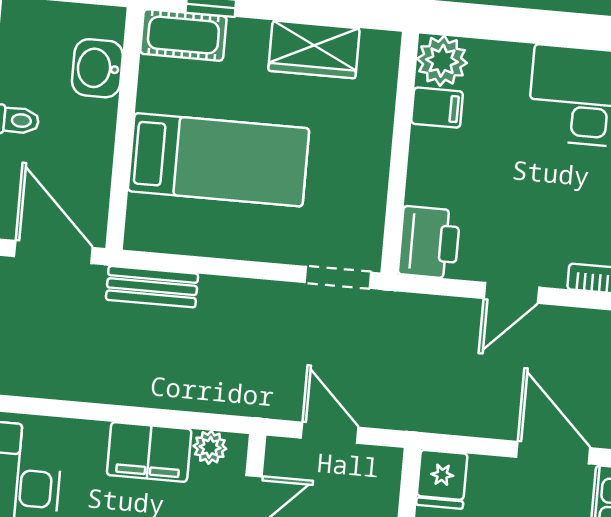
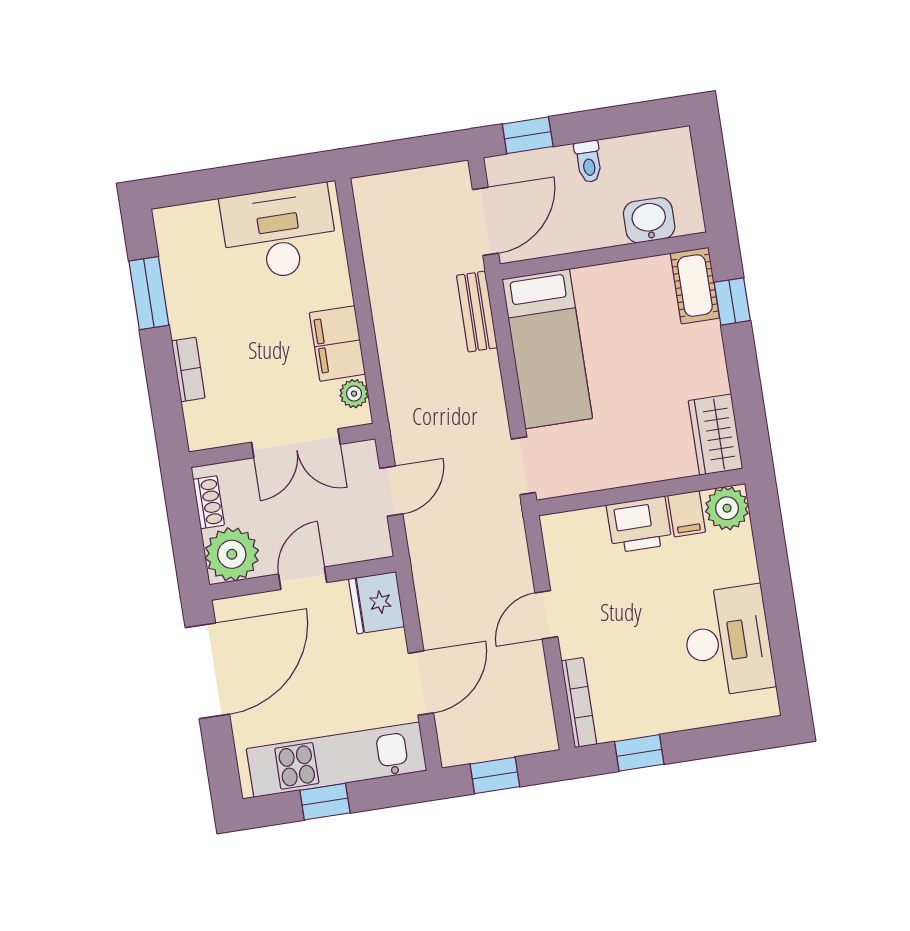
wardrobe: (314, 49) -> (716, 435), moved
bed: (219, 160) -> (547, 349), moved
printer: (429, 242) -> (639, 525), moved
door: (511, 293) -> (546, 615), hinge flipped
fridge: (442, 479) -> (377, 603), width x1.38

